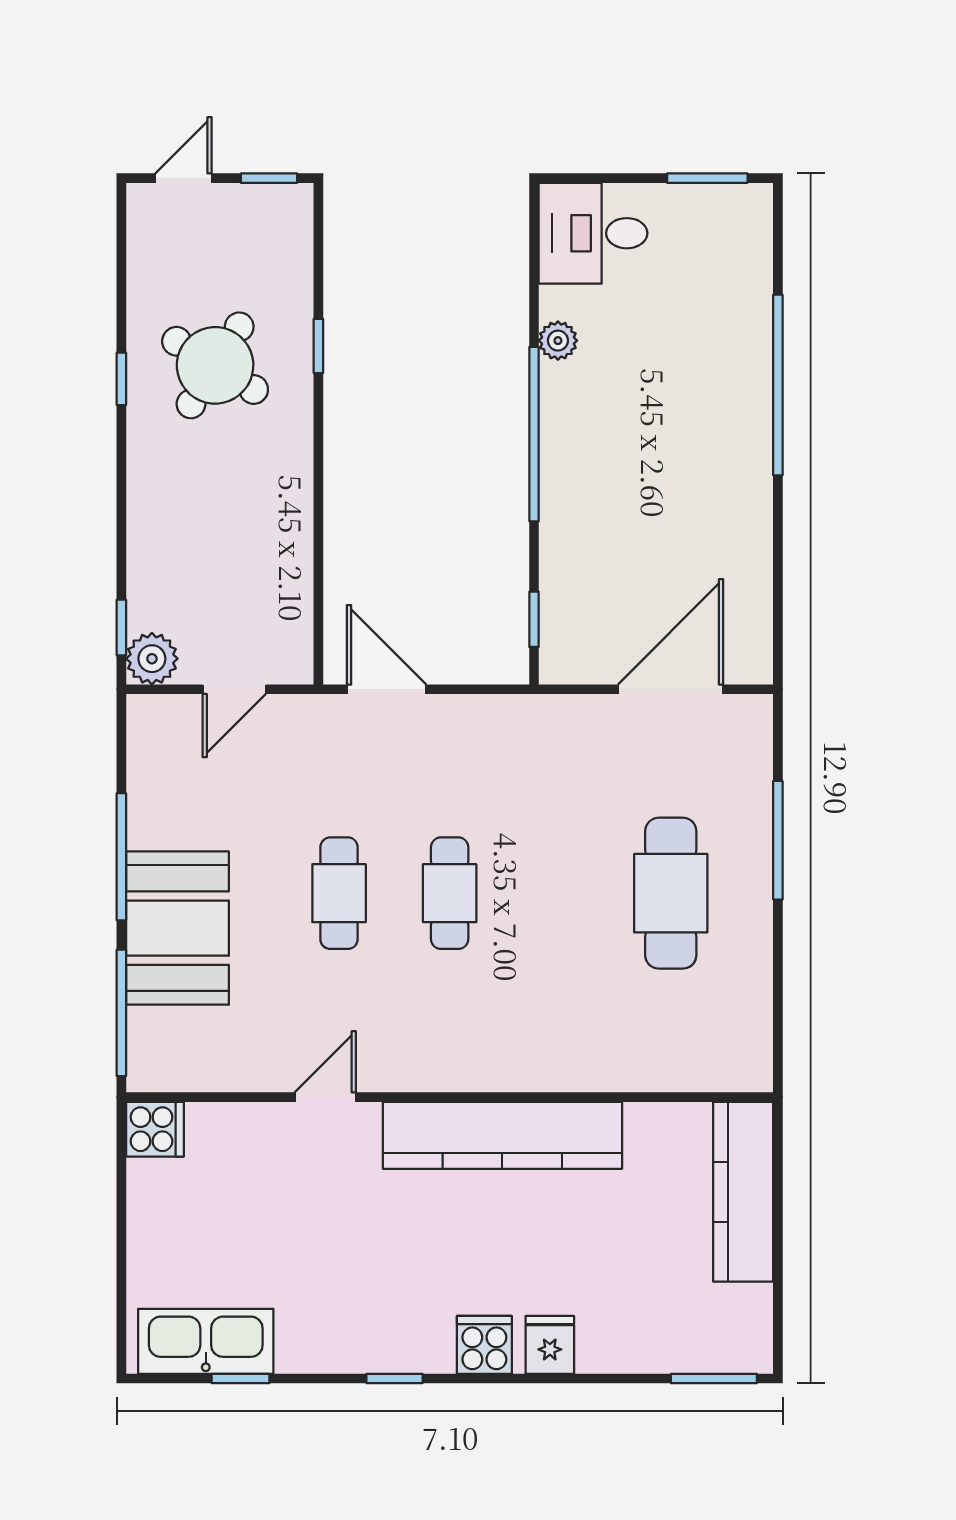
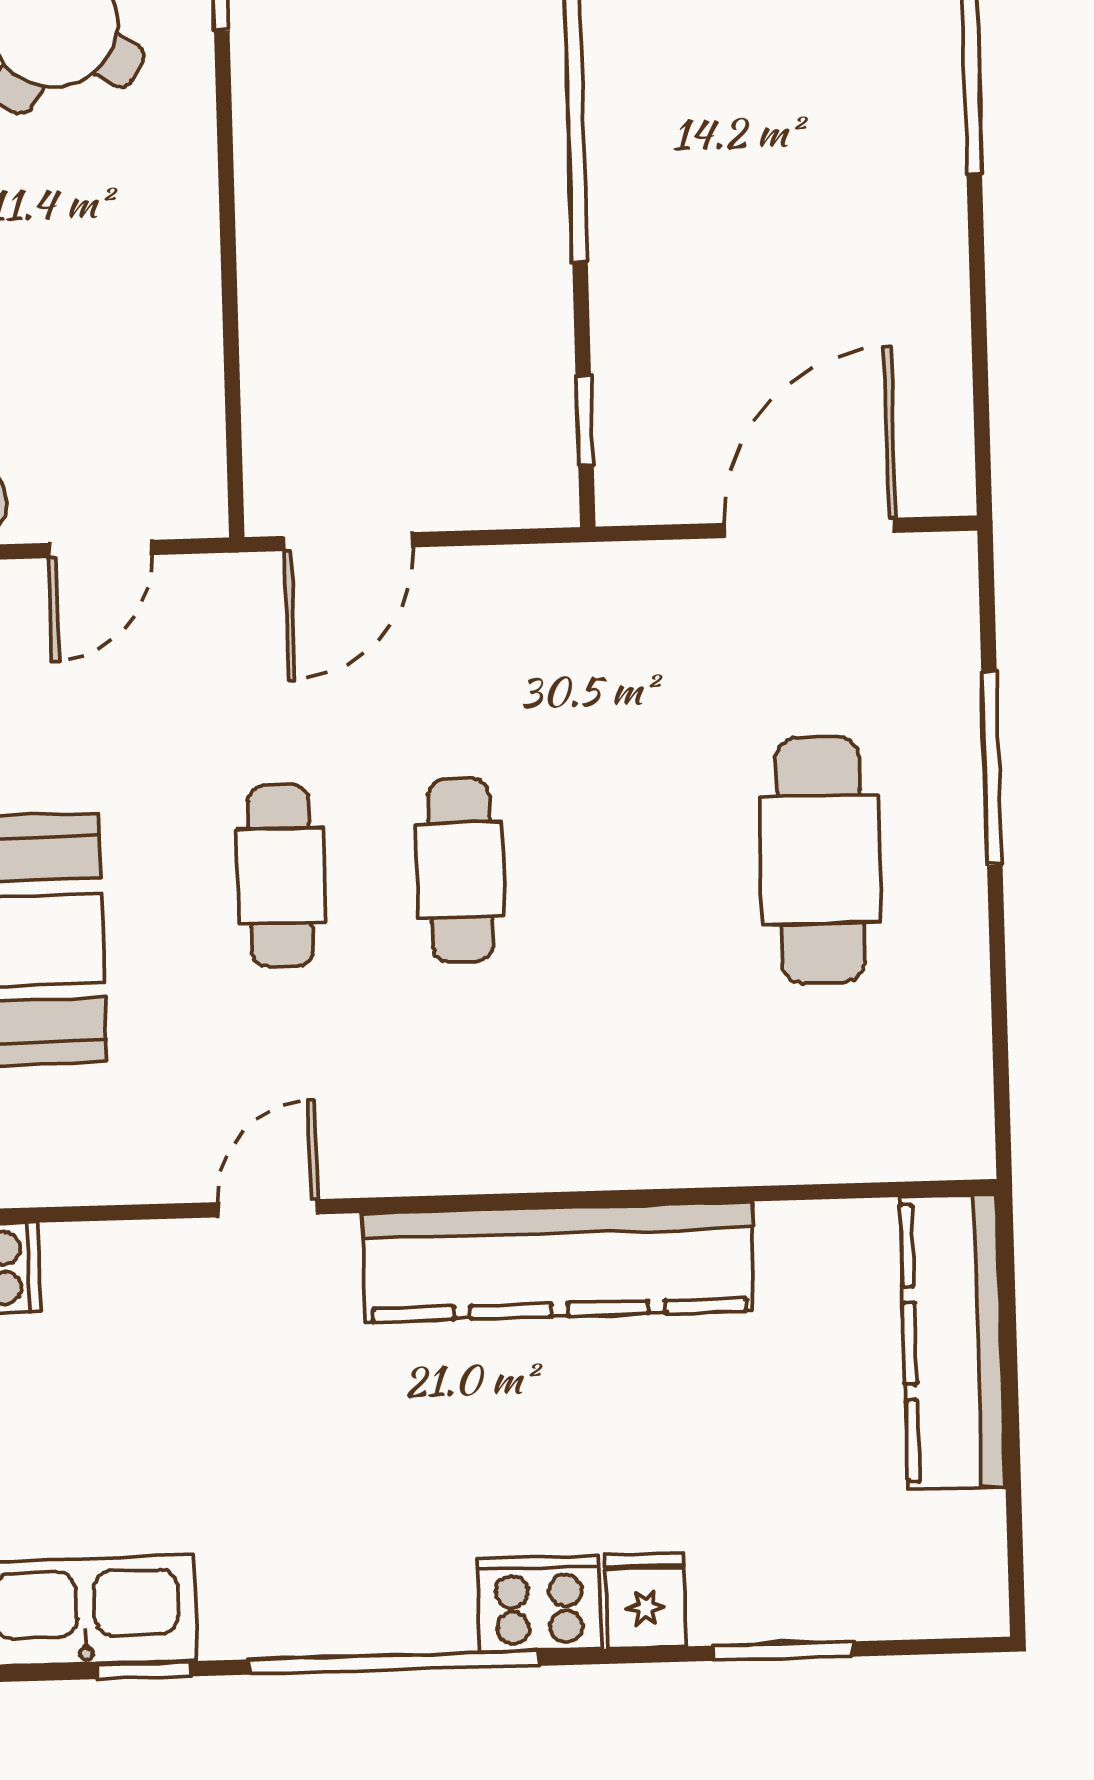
door: (387, 689) -> (348, 542), swing flipped
cooker: (484, 1345) -> (539, 1604), width x1.36
window: (394, 1378) -> (394, 1663), width x3.17
window: (714, 1378) -> (783, 1651), moved

